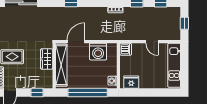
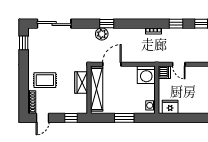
plant: (66, 13) -> (102, 34), added
door: (152, 42) -> (179, 64), moved
washing machine: (98, 52) -> (146, 75), moved
window: (88, 93) -> (124, 118), width x0.47

